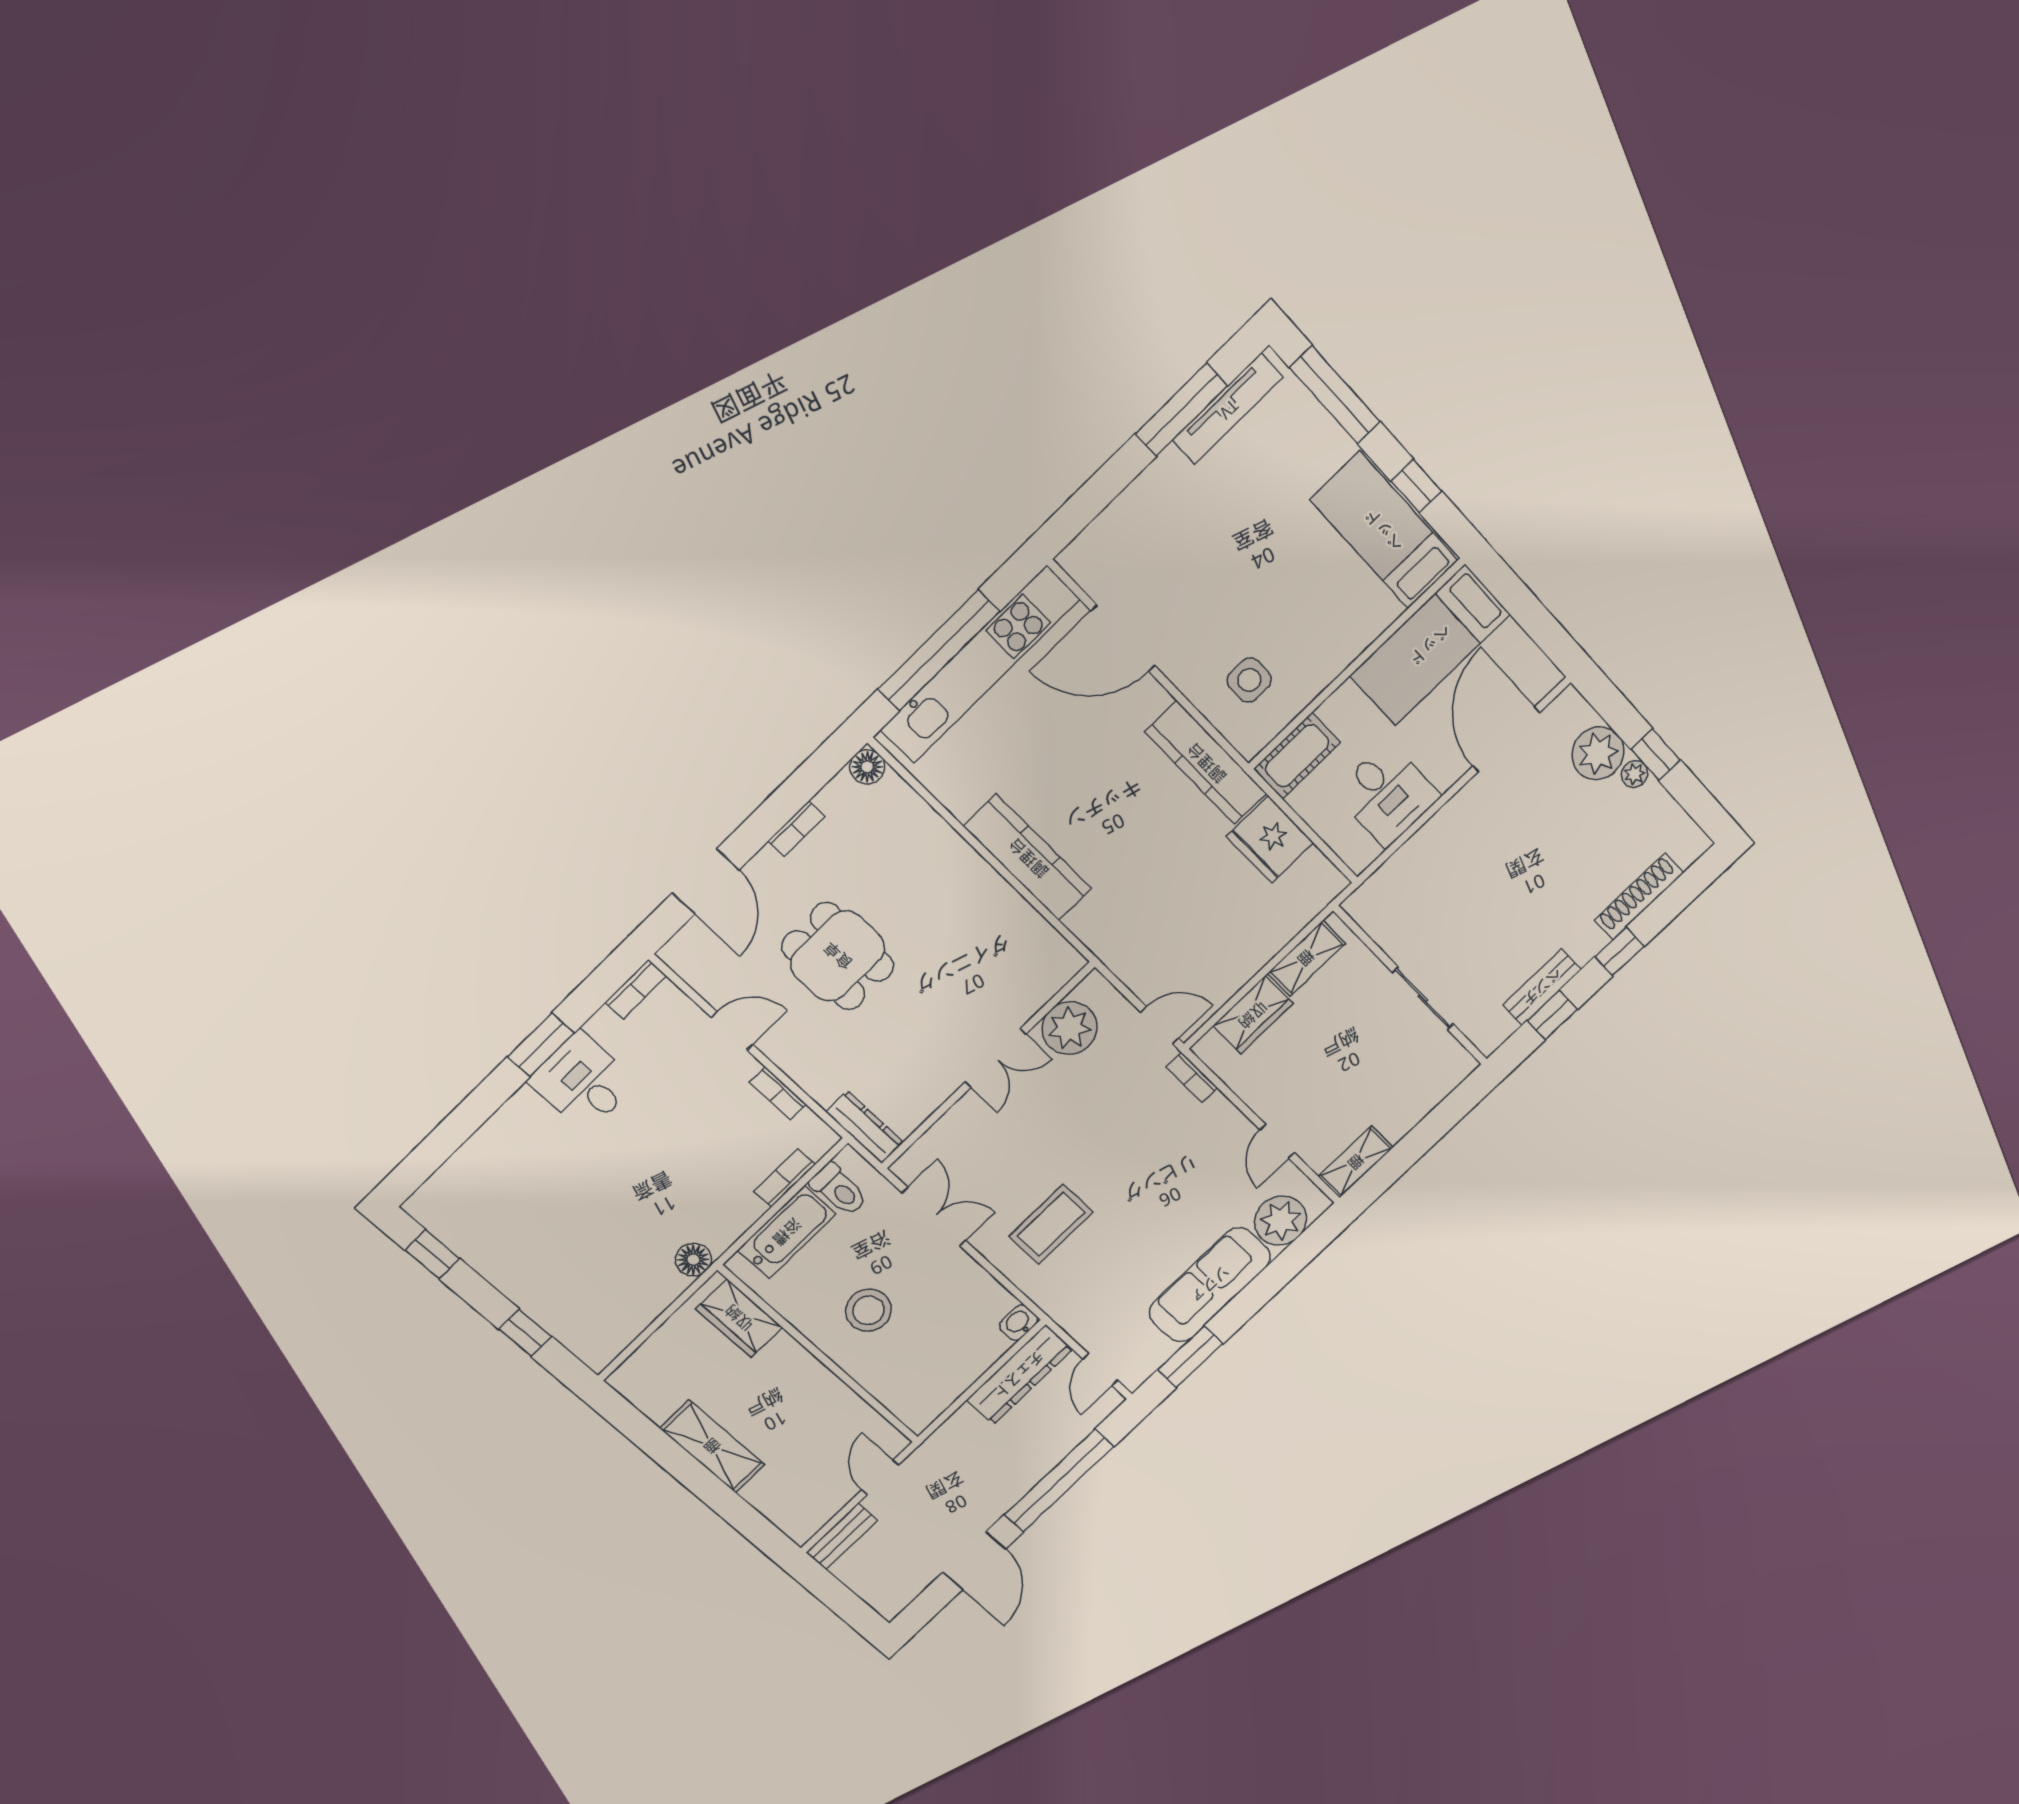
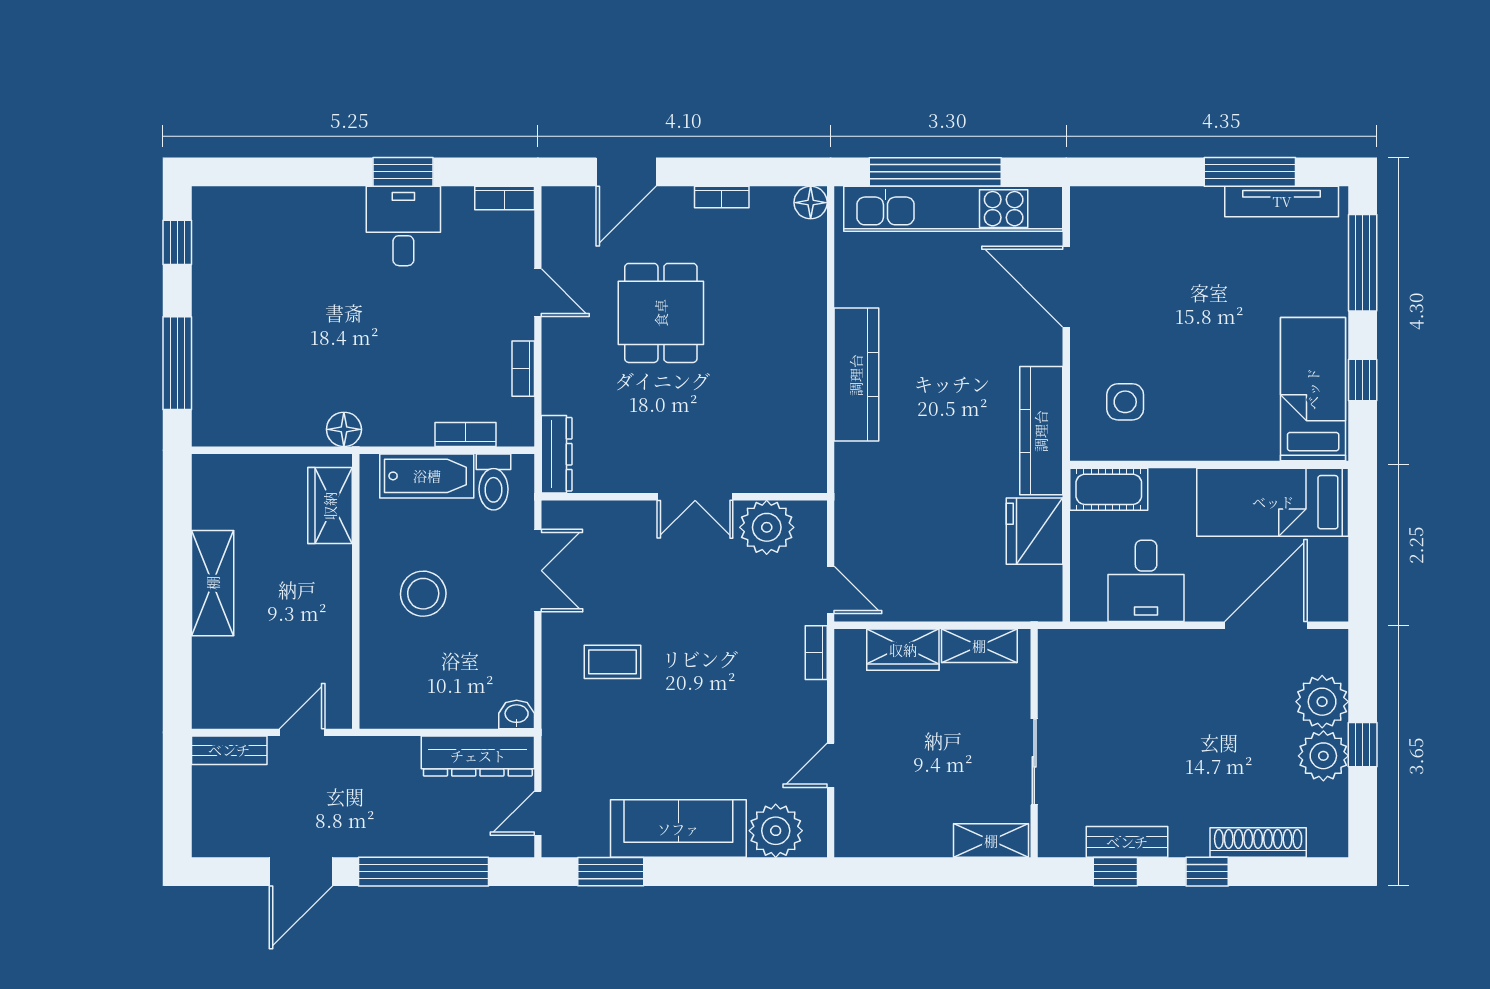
plant: (1635, 774) -> (1323, 756), width x1.87, depth x1.87
shelving: (1356, 1162) -> (991, 841), moved
coffee table: (1051, 1224) -> (613, 662), width x0.73, depth x0.77
window: (525, 1333) -> (177, 363), width x2.17

